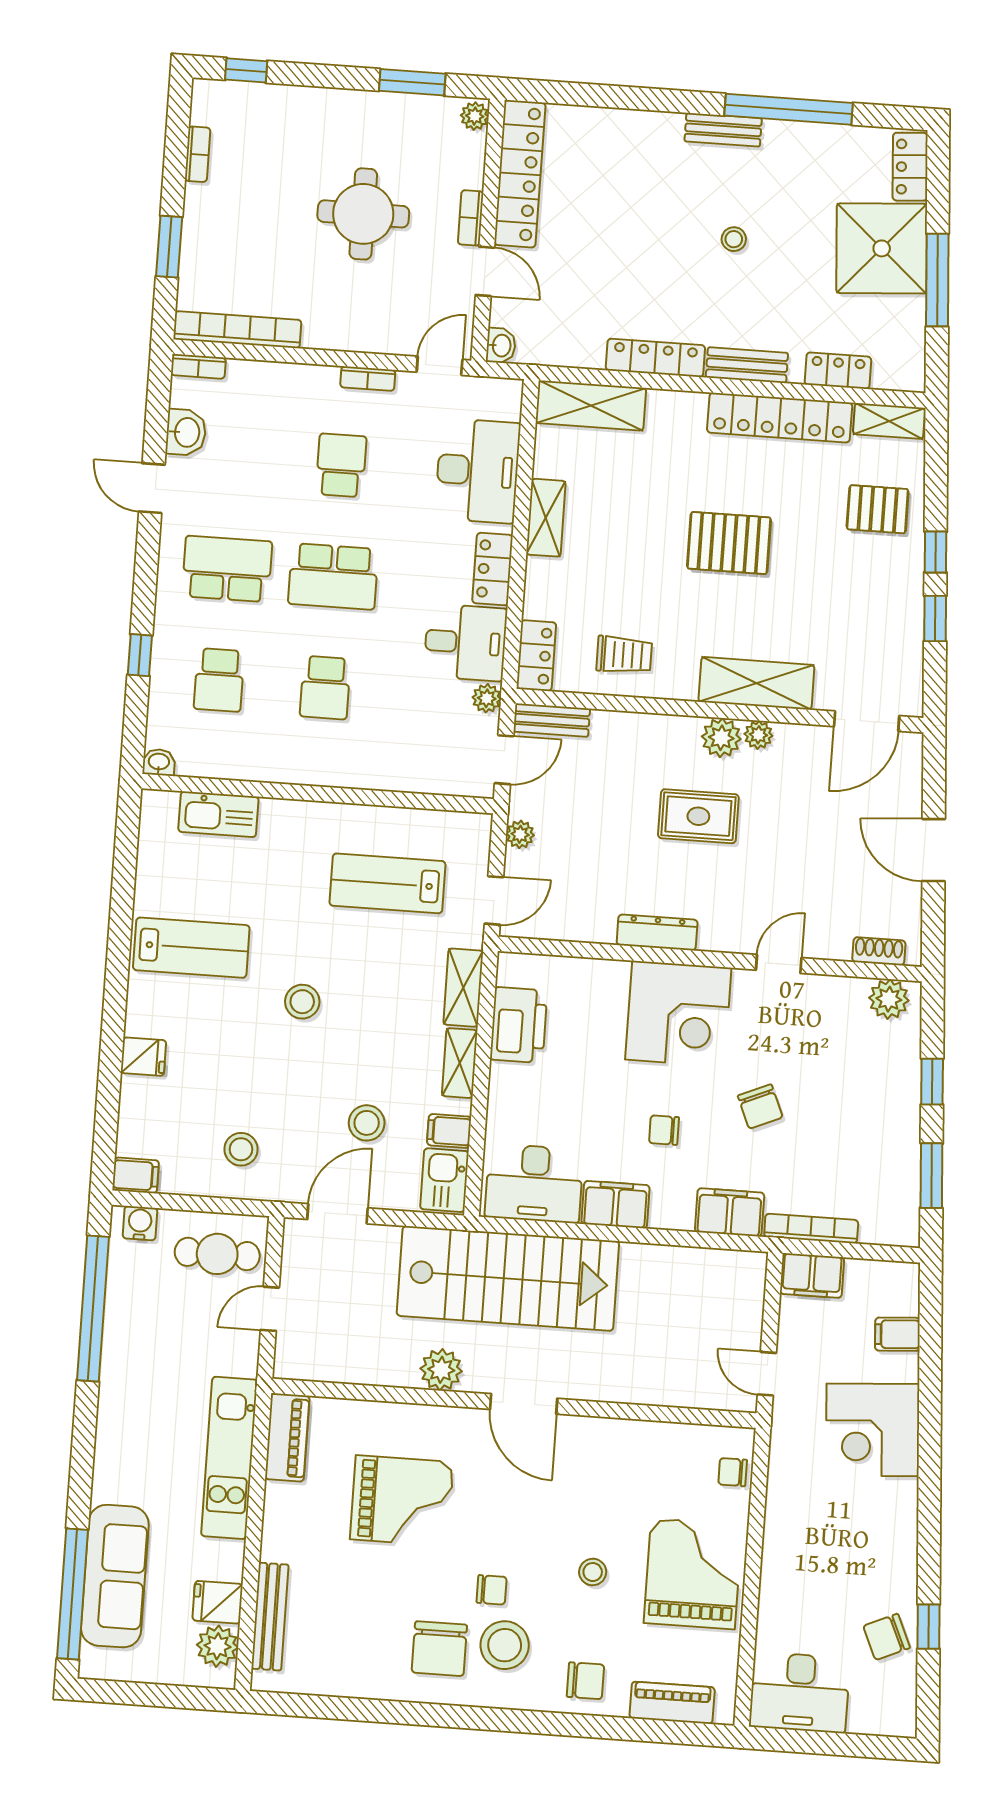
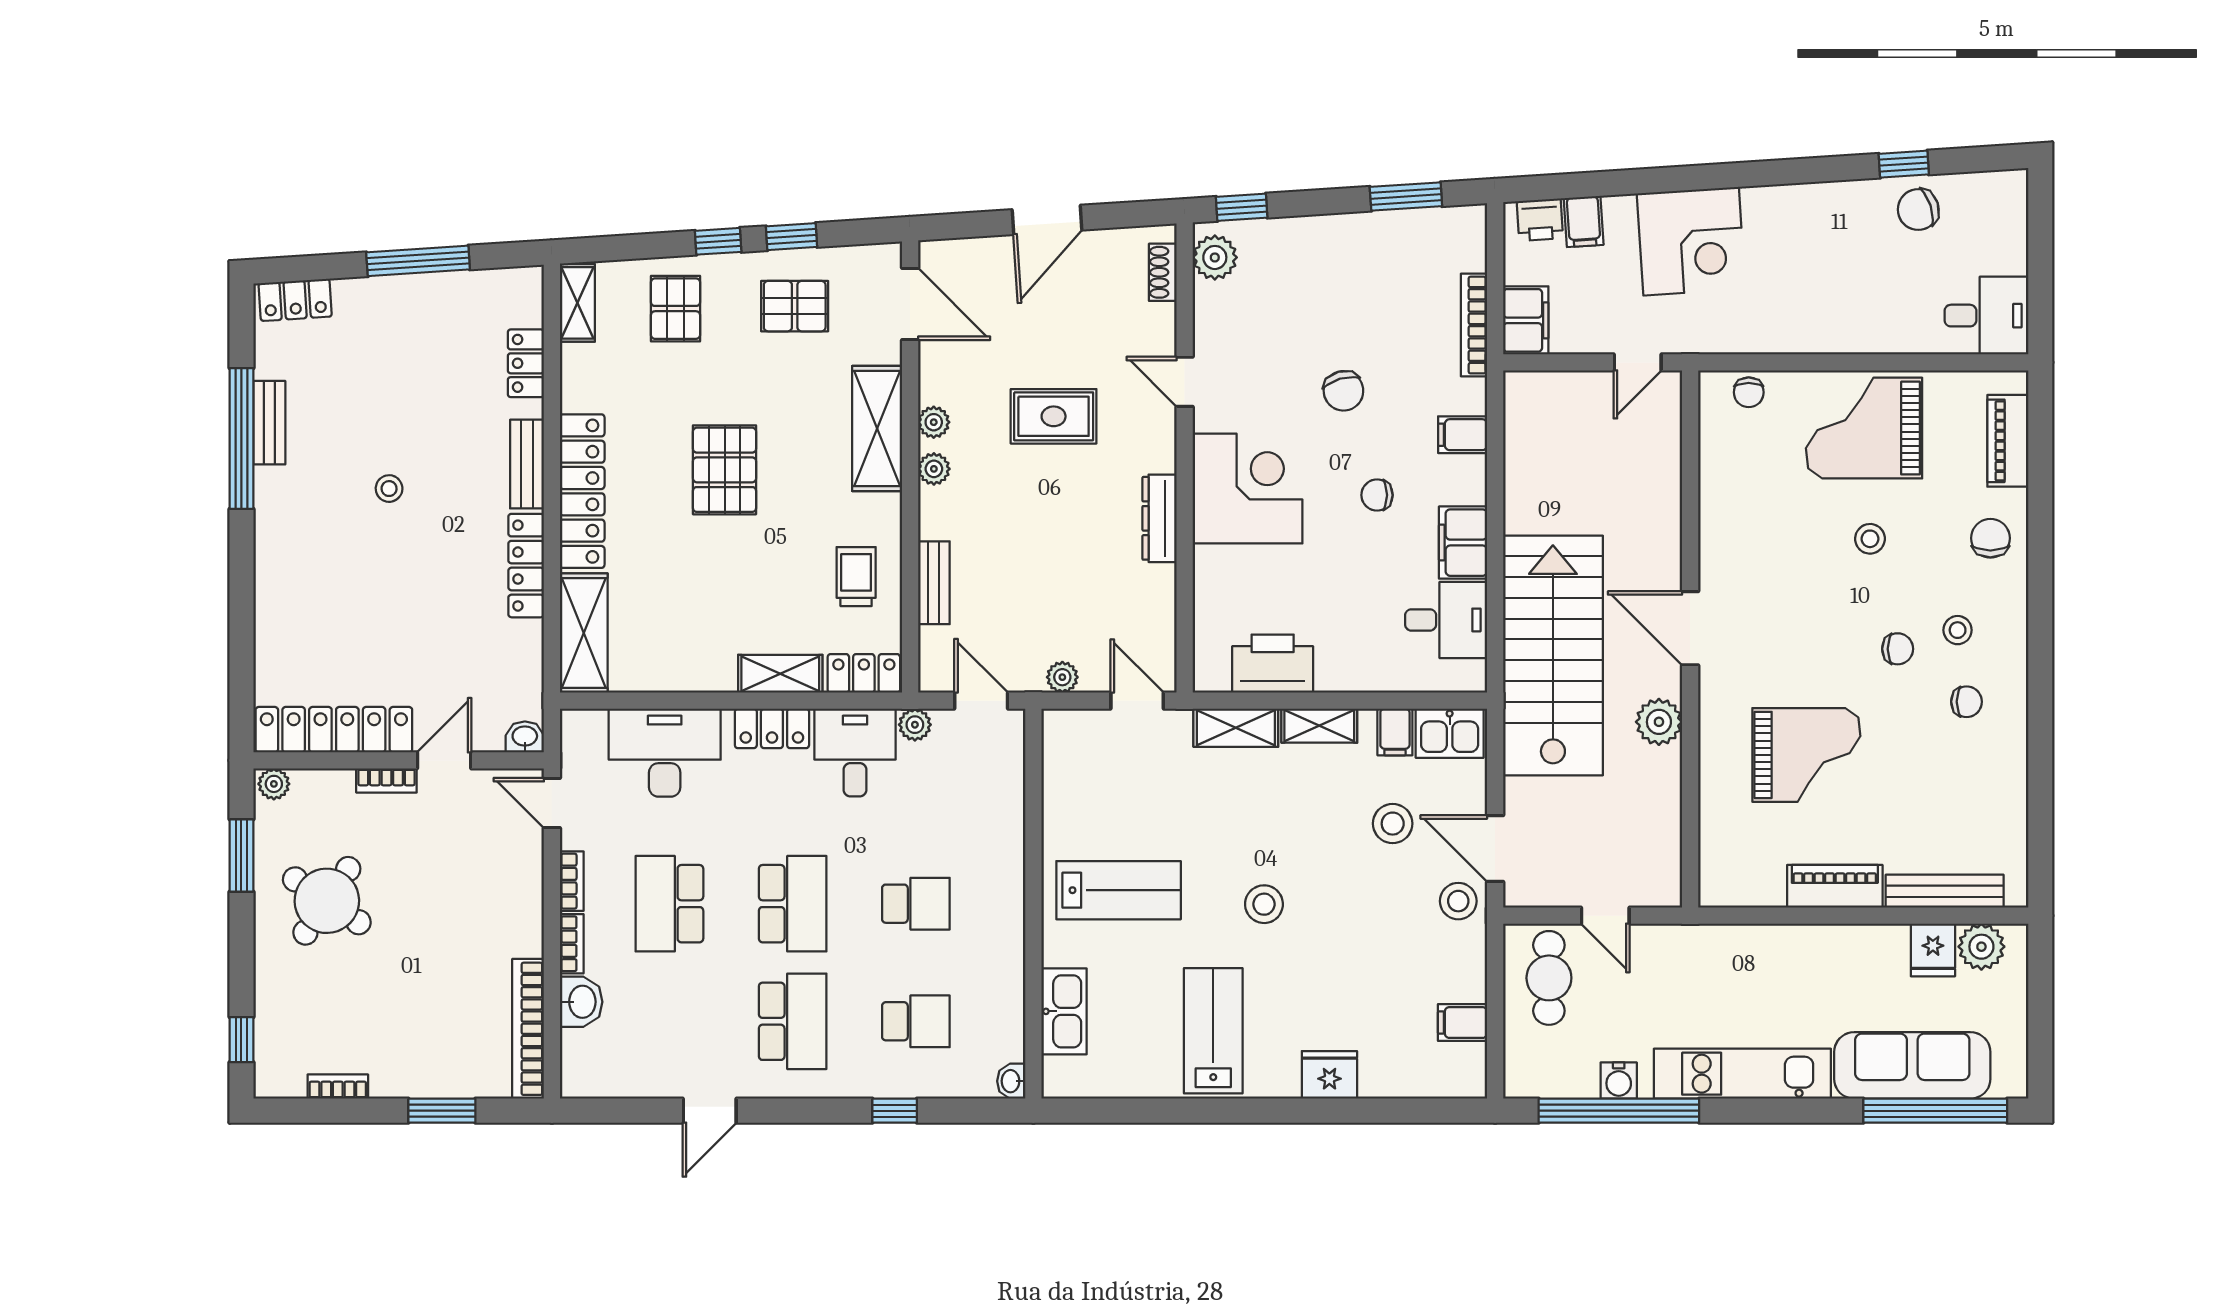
bench: (723, 130) -> (269, 423), moved
round table: (363, 214) -> (327, 901), moved, turned 34
shower: (882, 248) -> (388, 325), removed
bookcase: (198, 366) -> (572, 944), moved
locker: (780, 418) -> (582, 491), moved
washbasin: (186, 432) -> (581, 1002), moved, turned 90
school desk: (341, 465) -> (669, 904), width x1.85
shelving: (546, 518) -> (780, 674), moved
school desk: (227, 569) -> (793, 1021), turned 180
pallet: (872, 617) -> (795, 306), added
bench: (552, 720) -> (934, 583), moved
plant: (721, 738) -> (934, 469), width x0.73, depth x0.73
rug: (698, 816) -> (1054, 416), moved, turned 90
lab bench: (387, 883) -> (1119, 890), moved, turned -90
fridge: (143, 1057) -> (1329, 1075), width x1.38
window: (932, 1082) -> (1242, 207), moved
chair: (760, 1107) -> (1343, 391), turned 97
chair: (664, 1130) -> (1377, 495), turned 90
stool: (241, 1149) -> (1458, 901), moved
filing cabinet: (136, 1175) -> (1463, 1023), moved, turned -90
desk: (534, 1183) -> (1446, 620), width x0.73
filing cabinet: (730, 1212) -> (1463, 435), width x0.50
water cooler: (140, 1223) -> (1619, 1081), moved, turned -90
printer: (902, 1295) -> (1540, 220), added
door: (524, 1404) -> (1690, 628), swing flipped
piano: (287, 1437) -> (1835, 886), moved
kitchen unit: (229, 1458) -> (1742, 1074), moved, turned 180
grand piano: (402, 1501) -> (1806, 755), turned 90
chair: (492, 1590) -> (1898, 649), turned 90
chair: (887, 1637) -> (1918, 210), turned 96
stool: (505, 1645) -> (1958, 630), width x0.53, depth x0.53
chair: (439, 1649) -> (1967, 702), width x0.54, depth x0.54
desk: (800, 1692) -> (1986, 316), width x0.73

